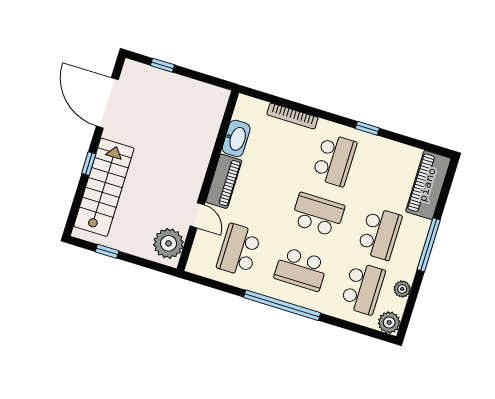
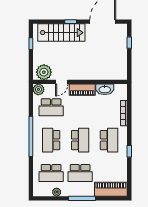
school desk: (334, 160) -> (109, 140), turned -90
school desk: (239, 250) -> (51, 107), turned 180
plant: (389, 322) -> (38, 89), moved

